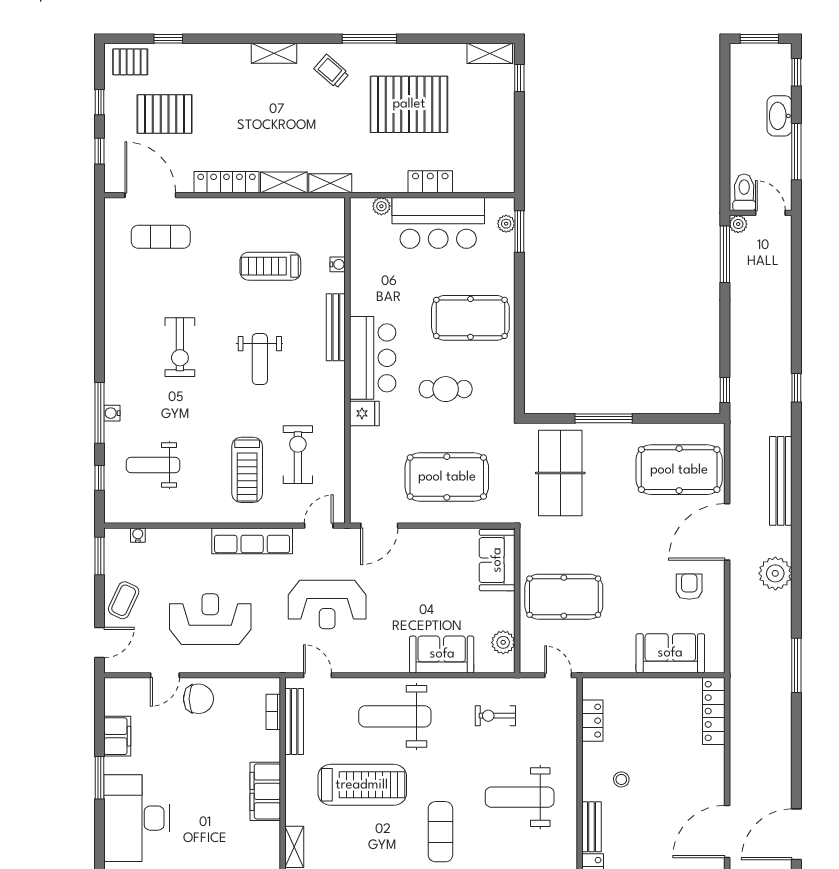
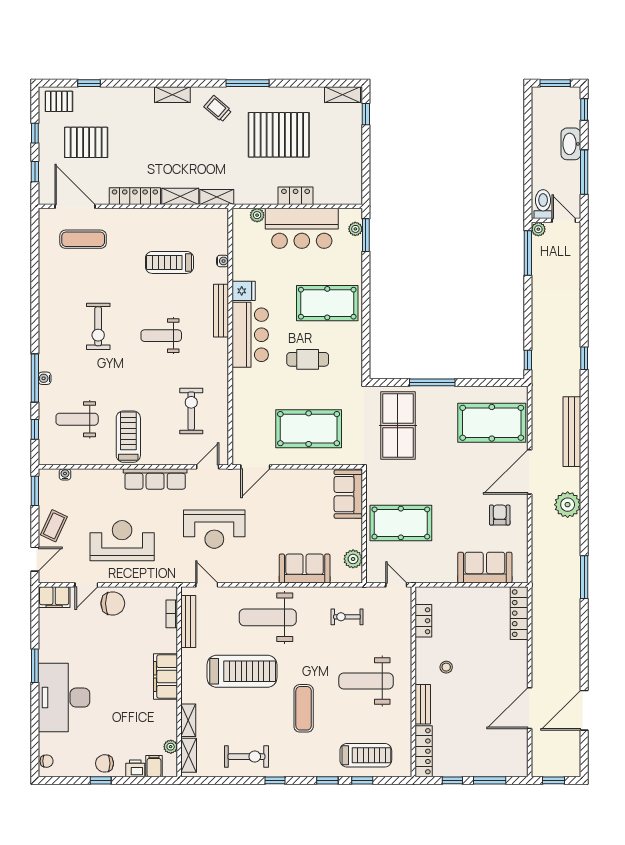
weight bench: (260, 359) -> (161, 336), turned 90
fridge: (364, 413) -> (244, 291), moved
treadmill: (247, 470) -> (128, 437), moved, turned 180
filing cabinet: (117, 736) -> (54, 597), moved, turned 90

